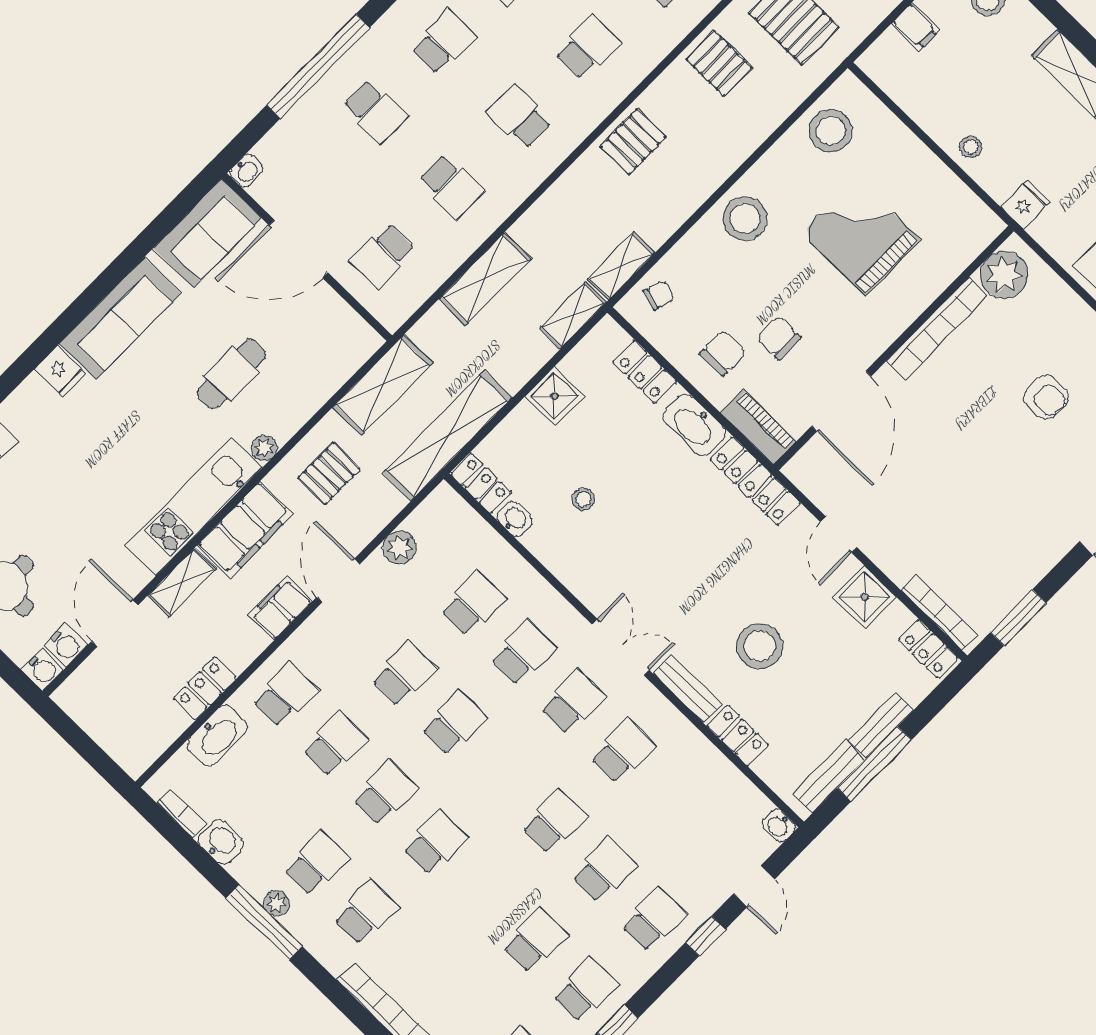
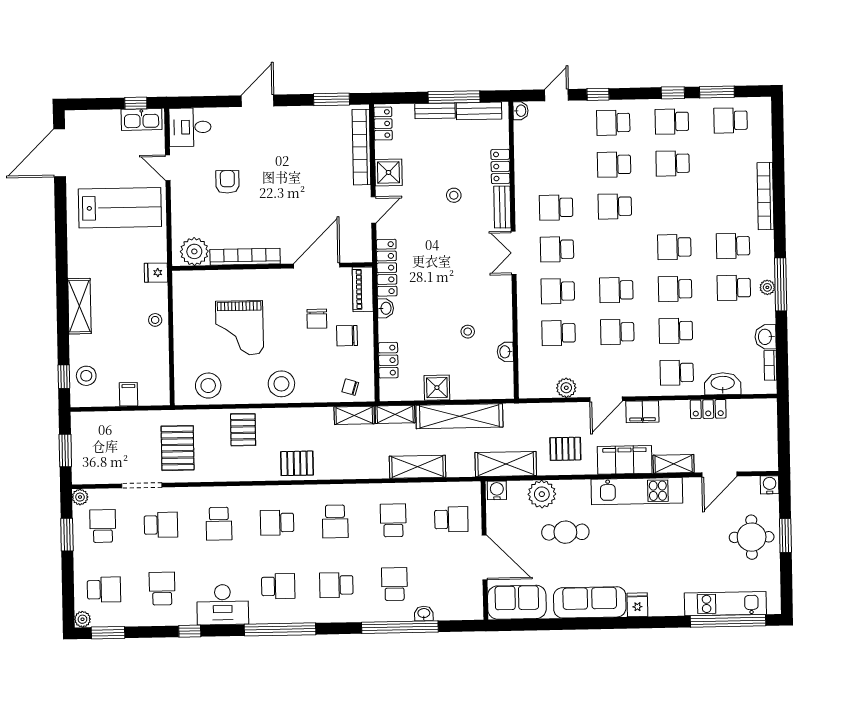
pallet: (719, 64) -> (243, 430), moved
washbasin: (246, 171) -> (424, 613), moved
washbasin: (694, 425) -> (386, 308), width x0.52, depth x0.69
shelving: (448, 436) -> (459, 416), moved
plant: (264, 448) -> (542, 494), moved, width x1.87, depth x1.87
locker: (481, 483) -> (505, 381), removed
bookcase: (939, 612) -> (361, 147), width x1.48, depth x1.31
water cooler: (66, 645) -> (497, 490), moved
stool: (760, 646) -> (454, 195), width x0.53, depth x0.53

